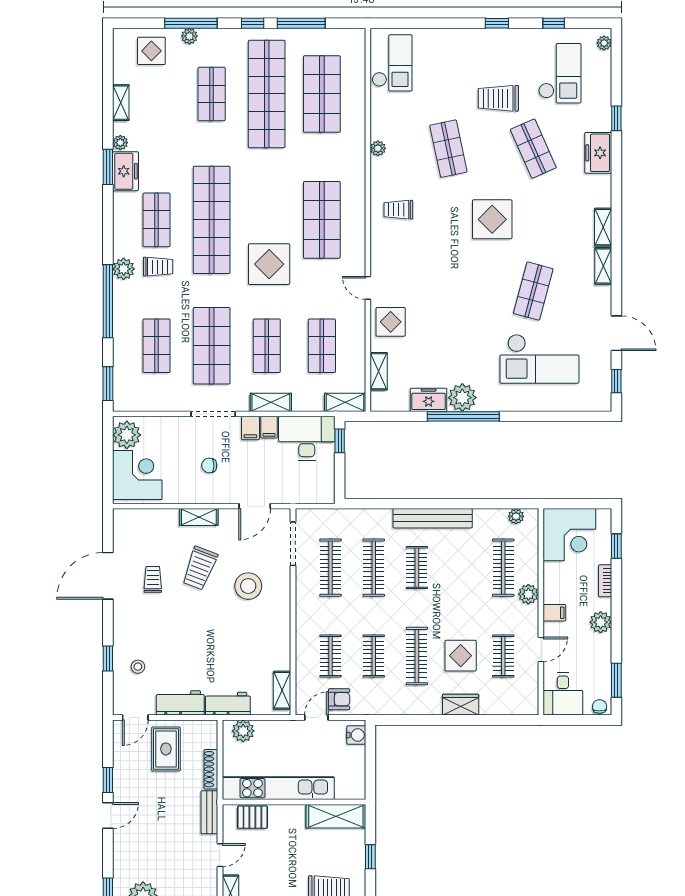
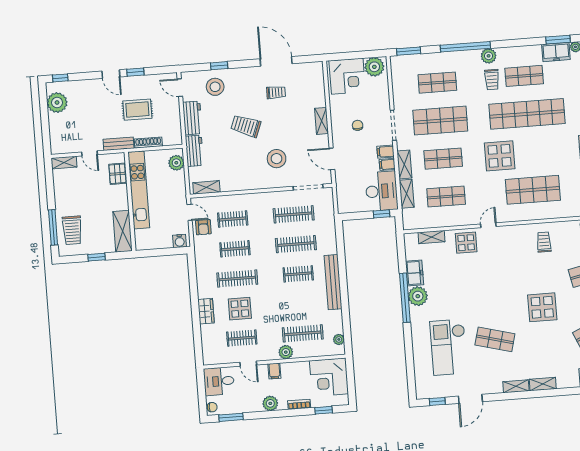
shelving: (345, 402) -> (407, 194), moved
trolley: (200, 568) -> (246, 126), moved
stool: (138, 667) -> (215, 87), width x1.89, depth x1.89
rug: (166, 749) -> (137, 110), moved

